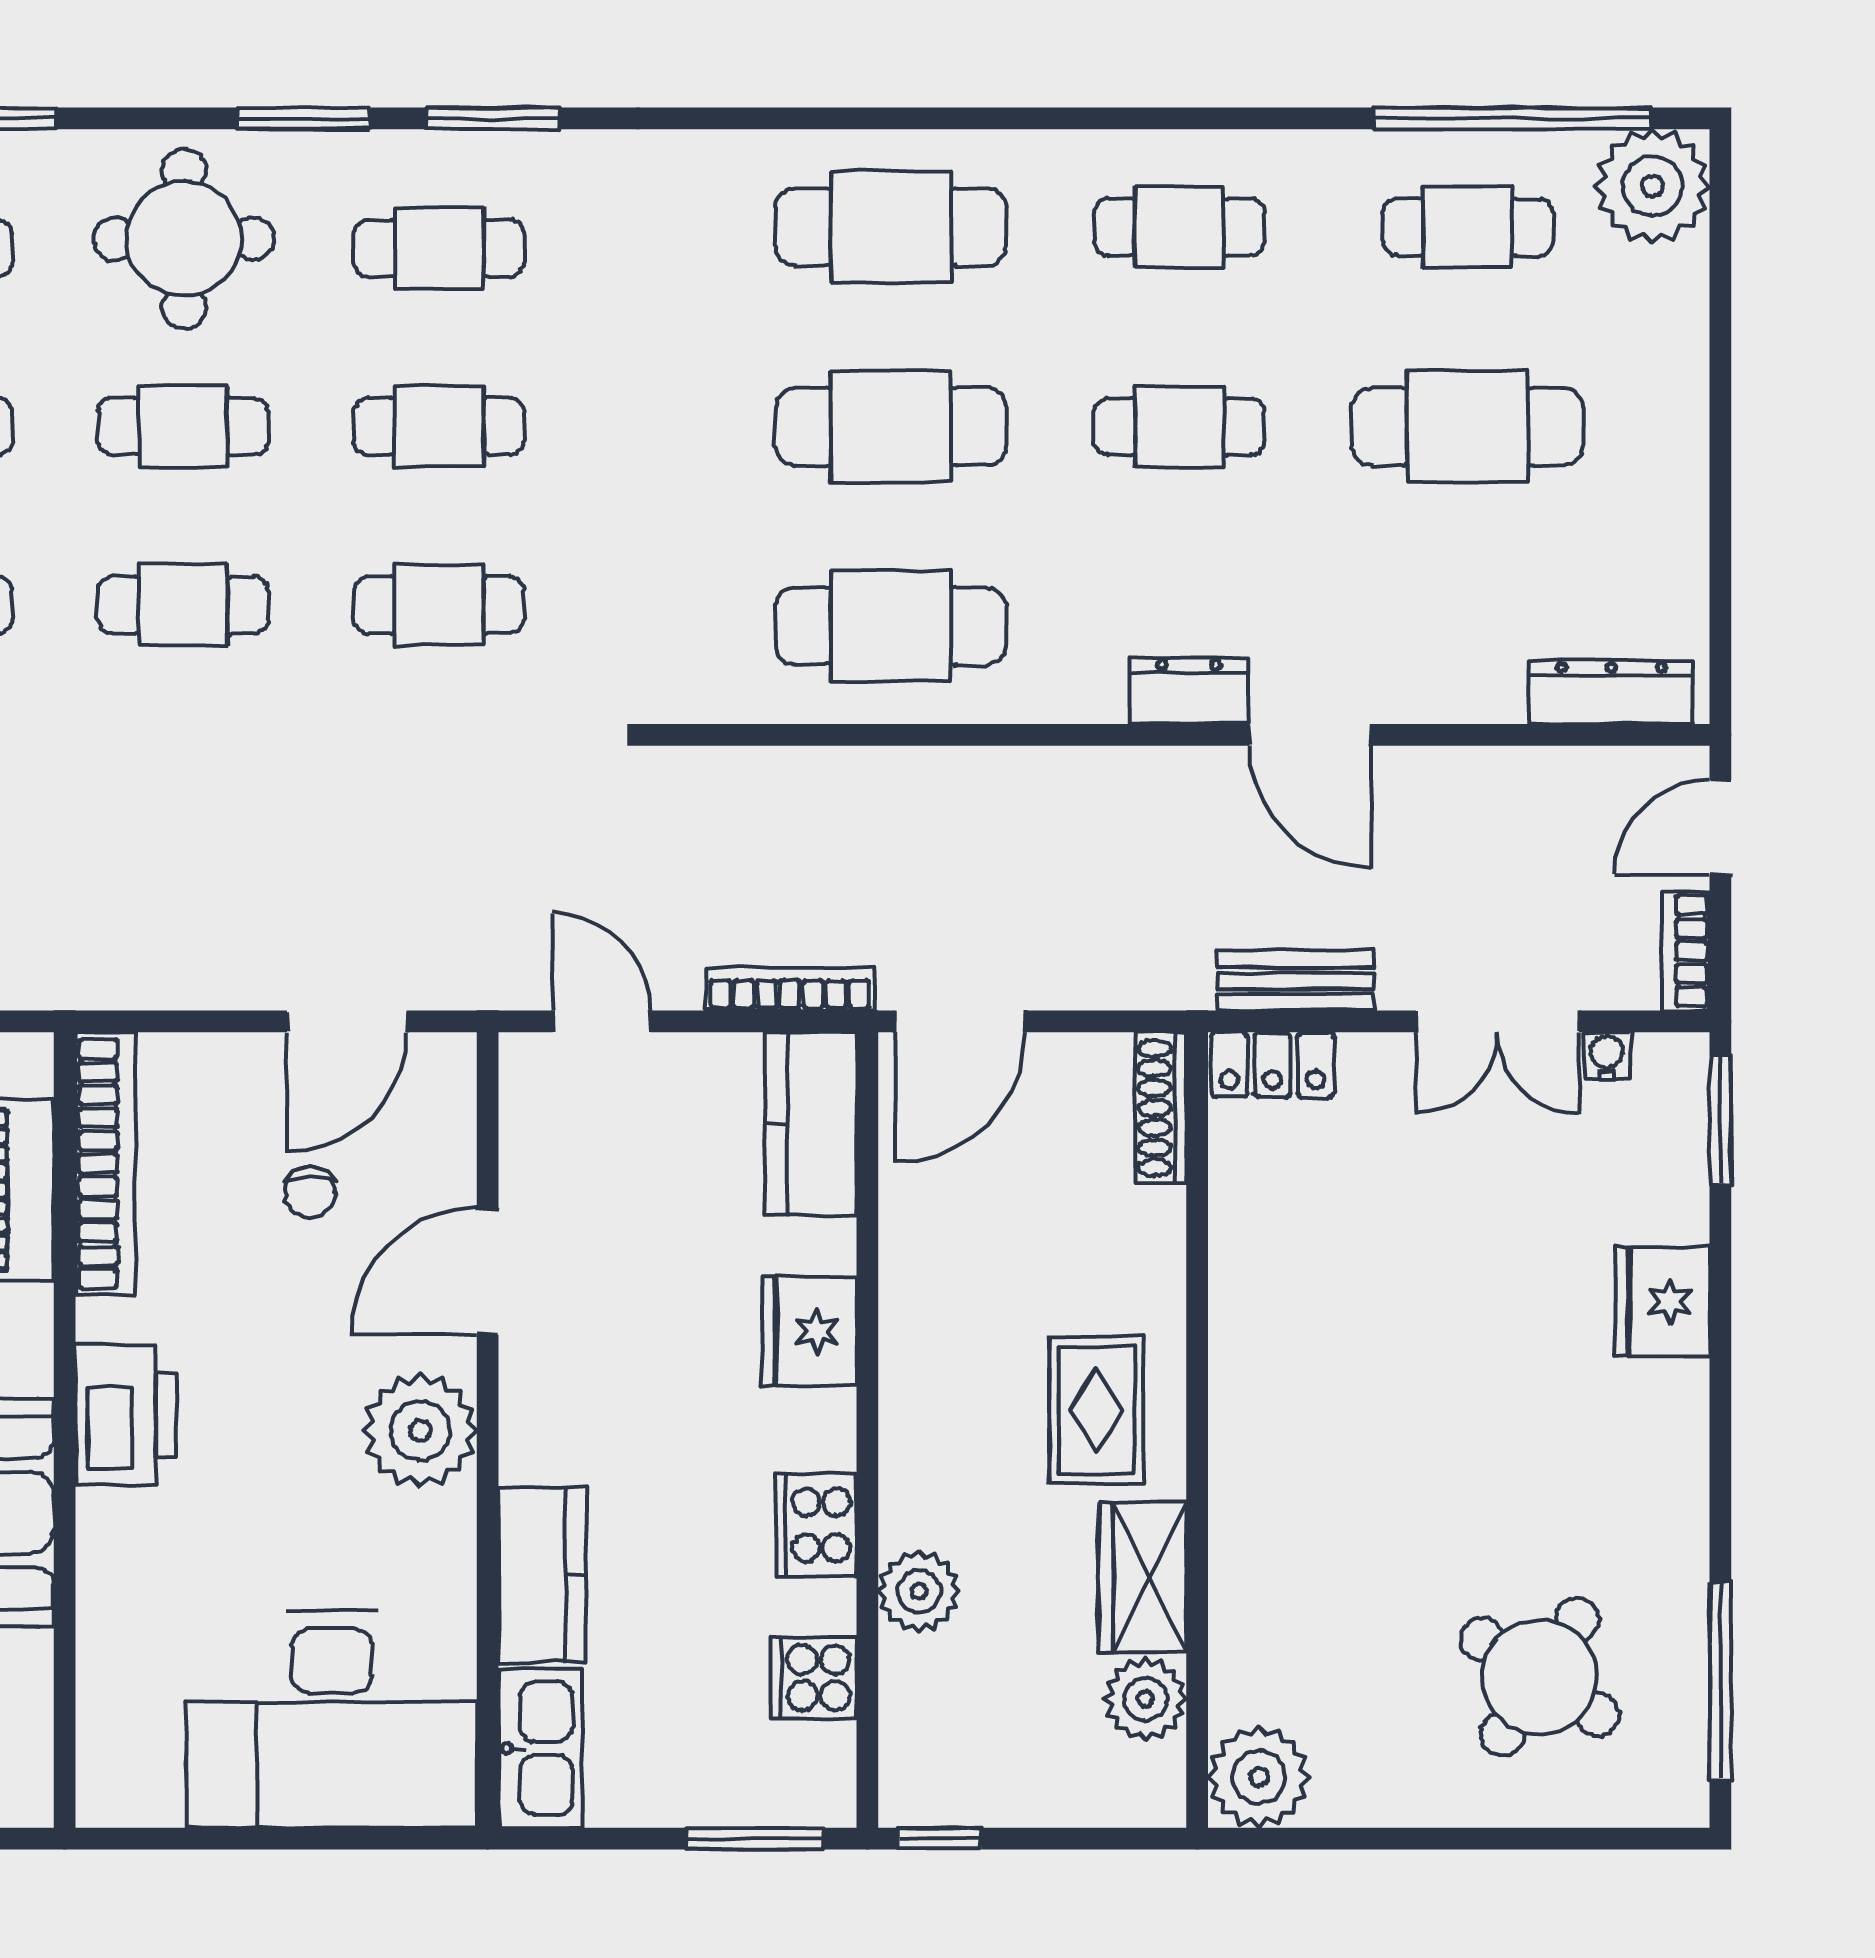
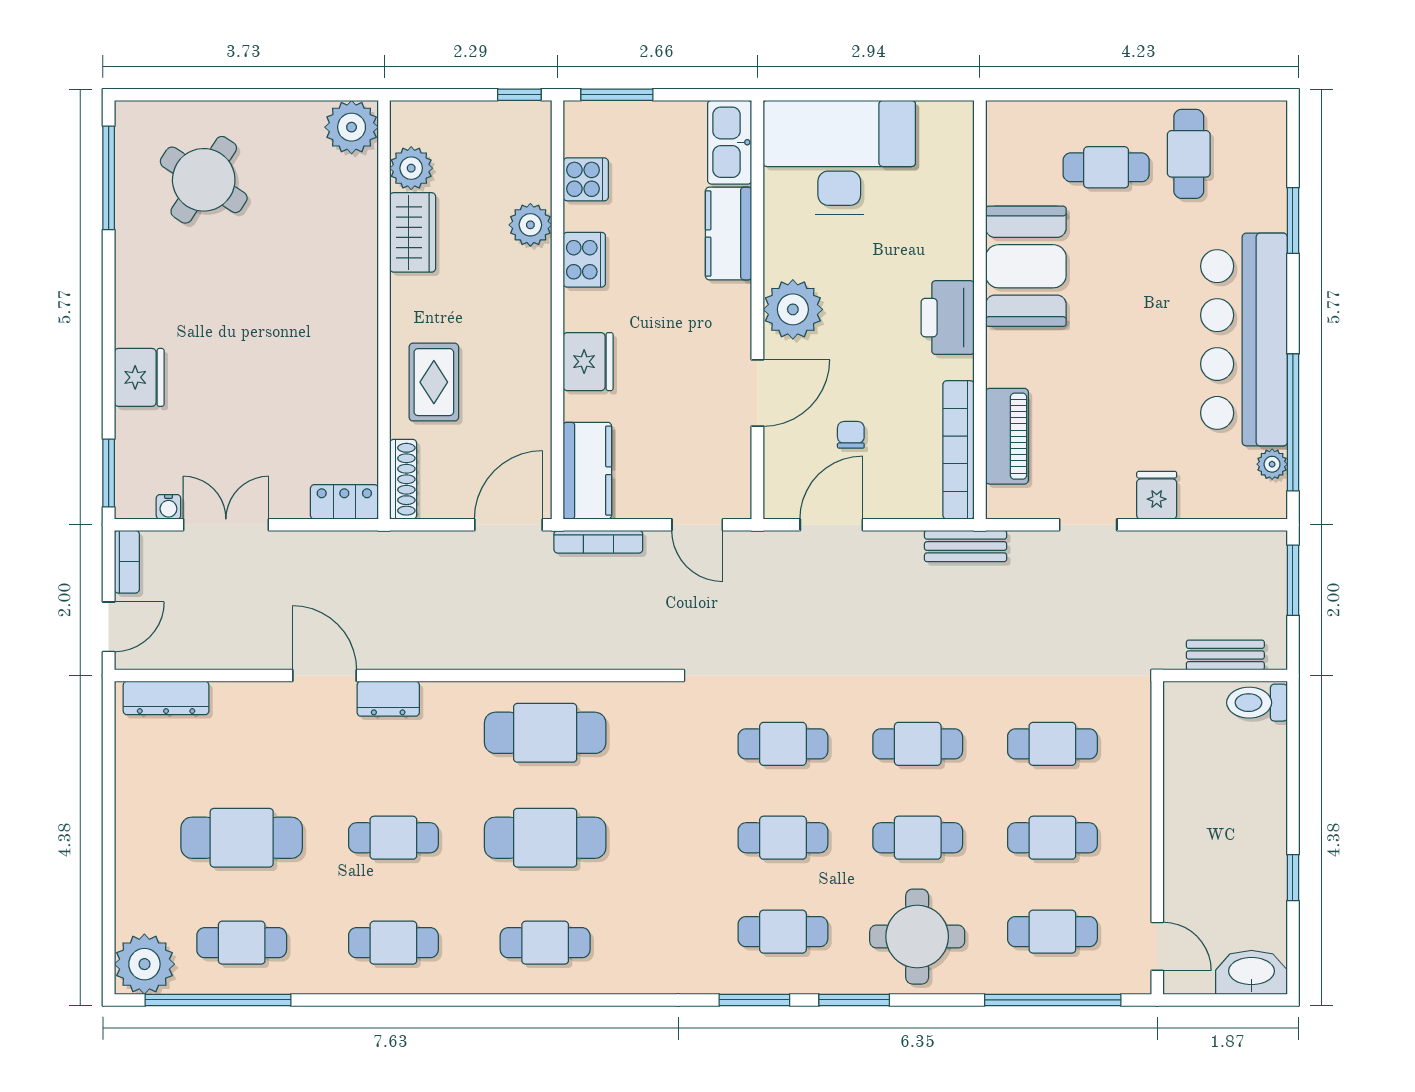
cafe table: (891, 227) -> (545, 943), width x0.73, depth x0.74
bench: (1295, 981) -> (966, 546), moved
rug: (1097, 1410) -> (434, 382), moved

